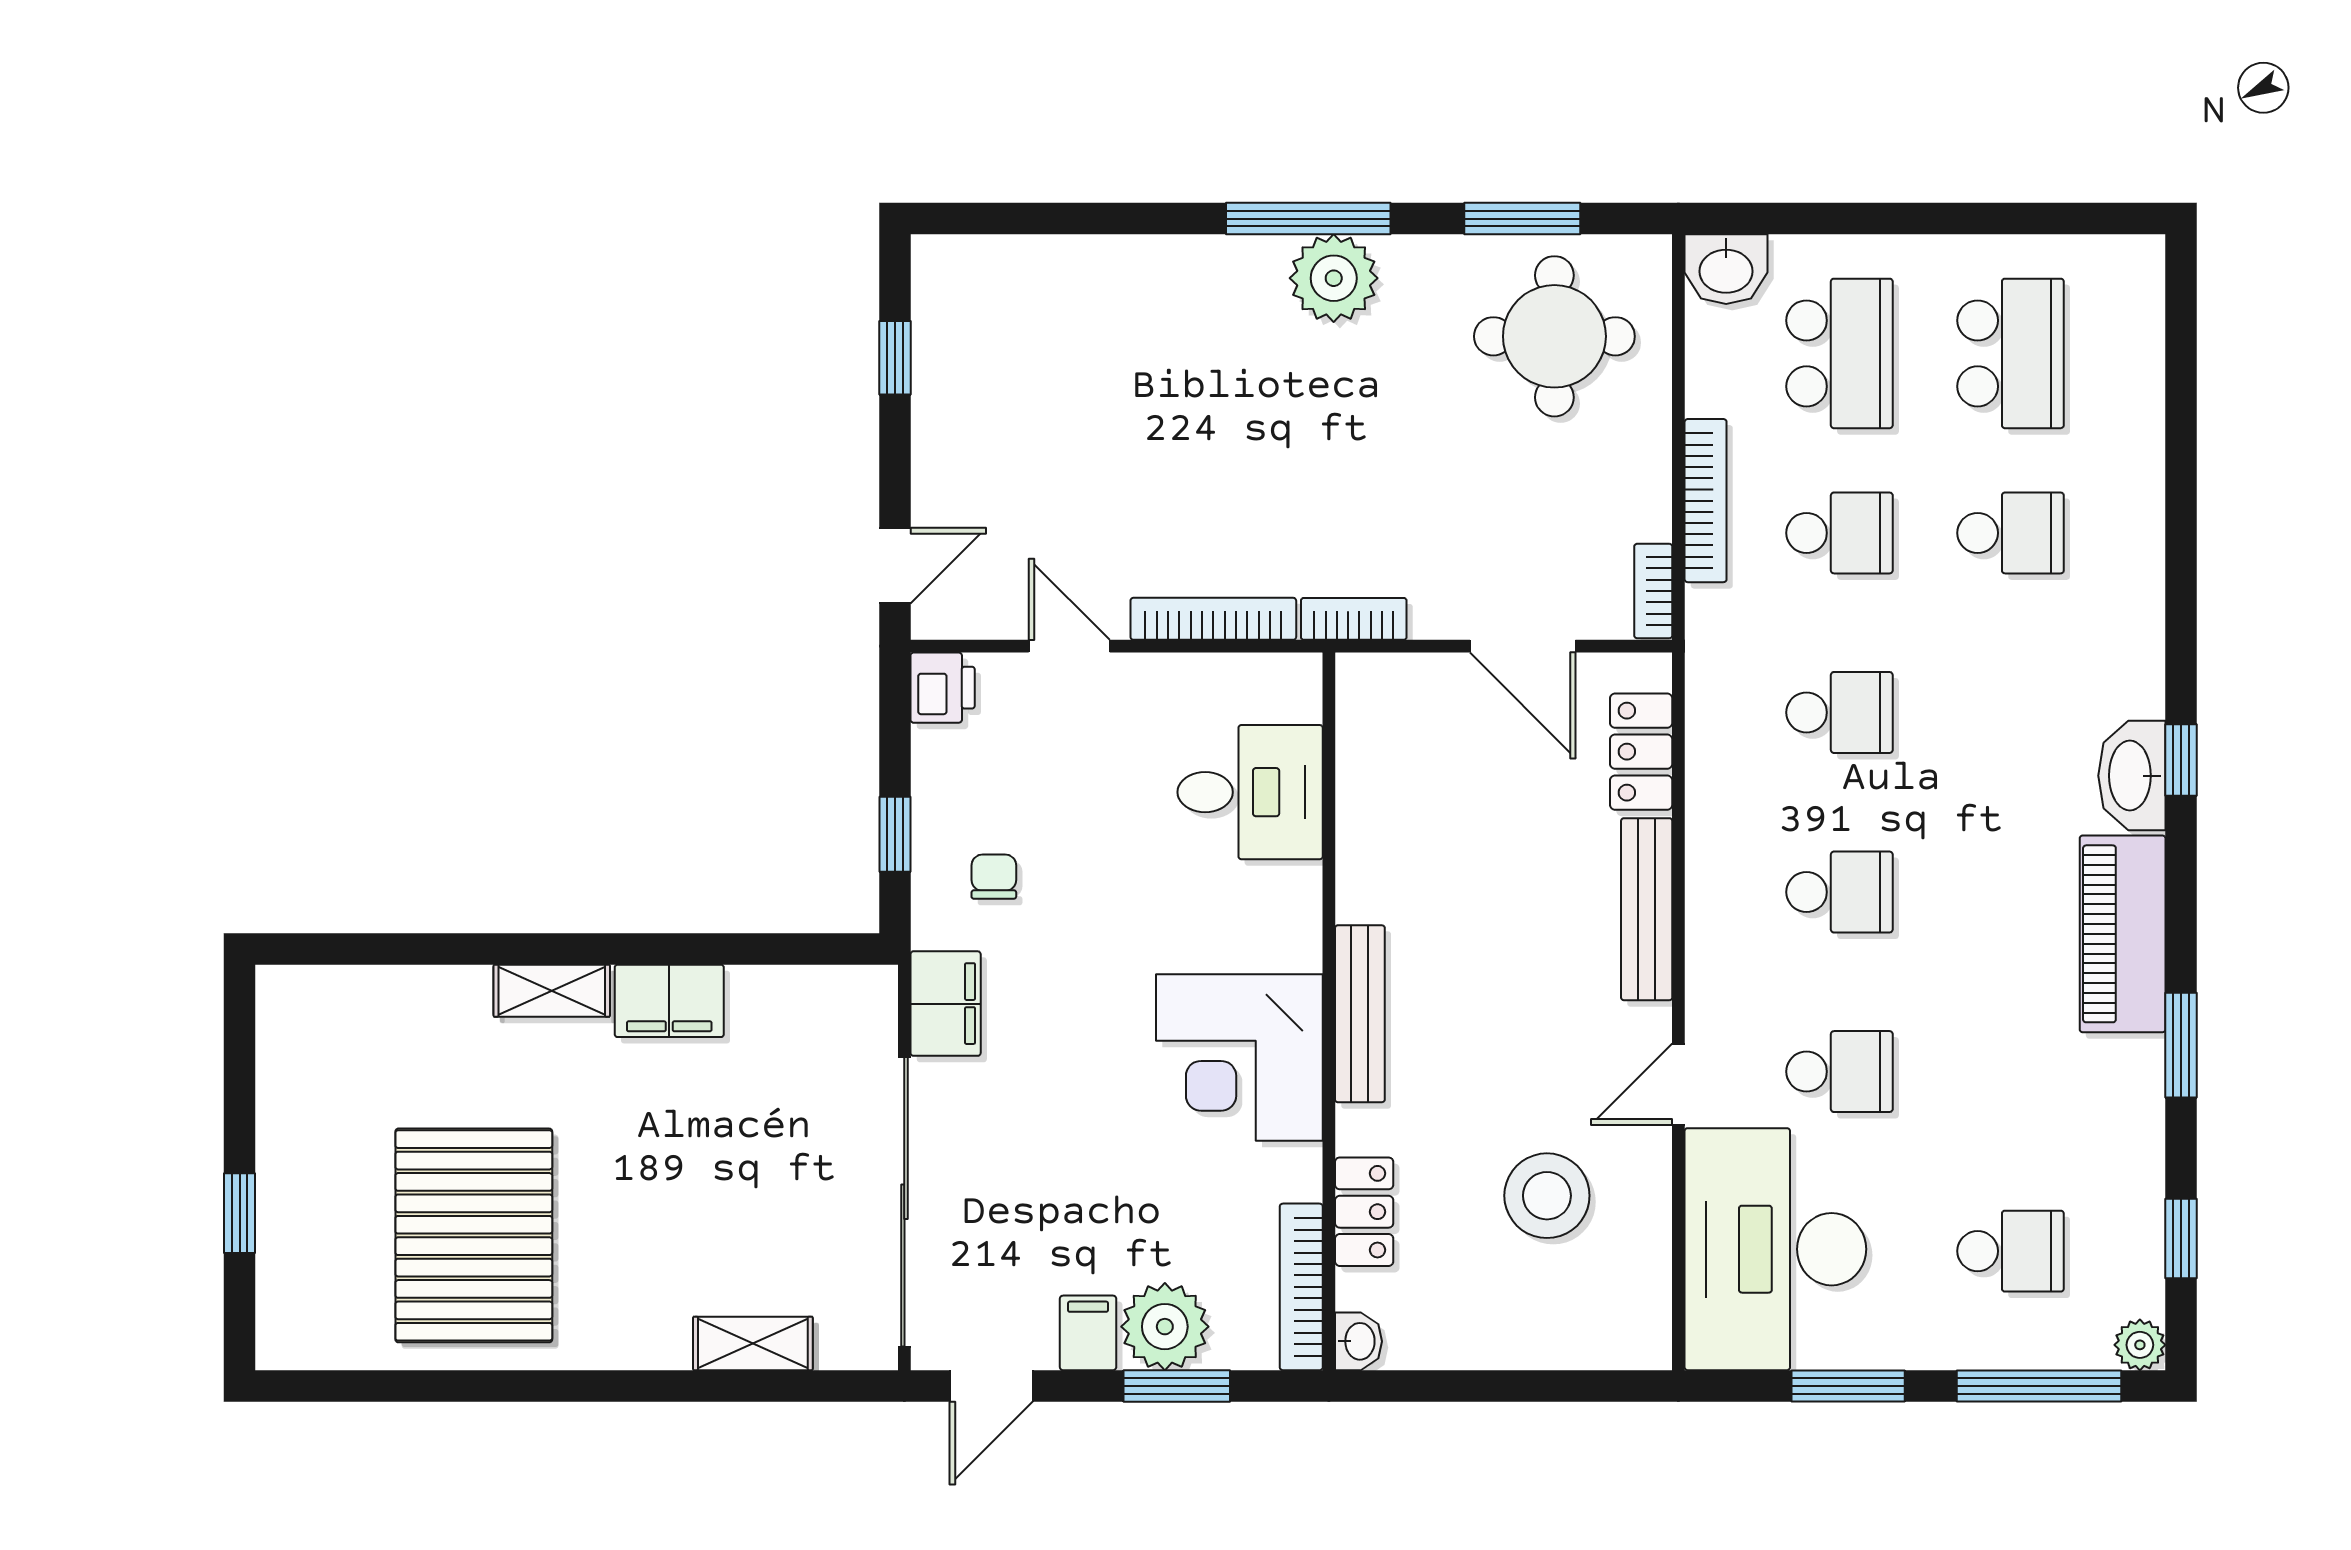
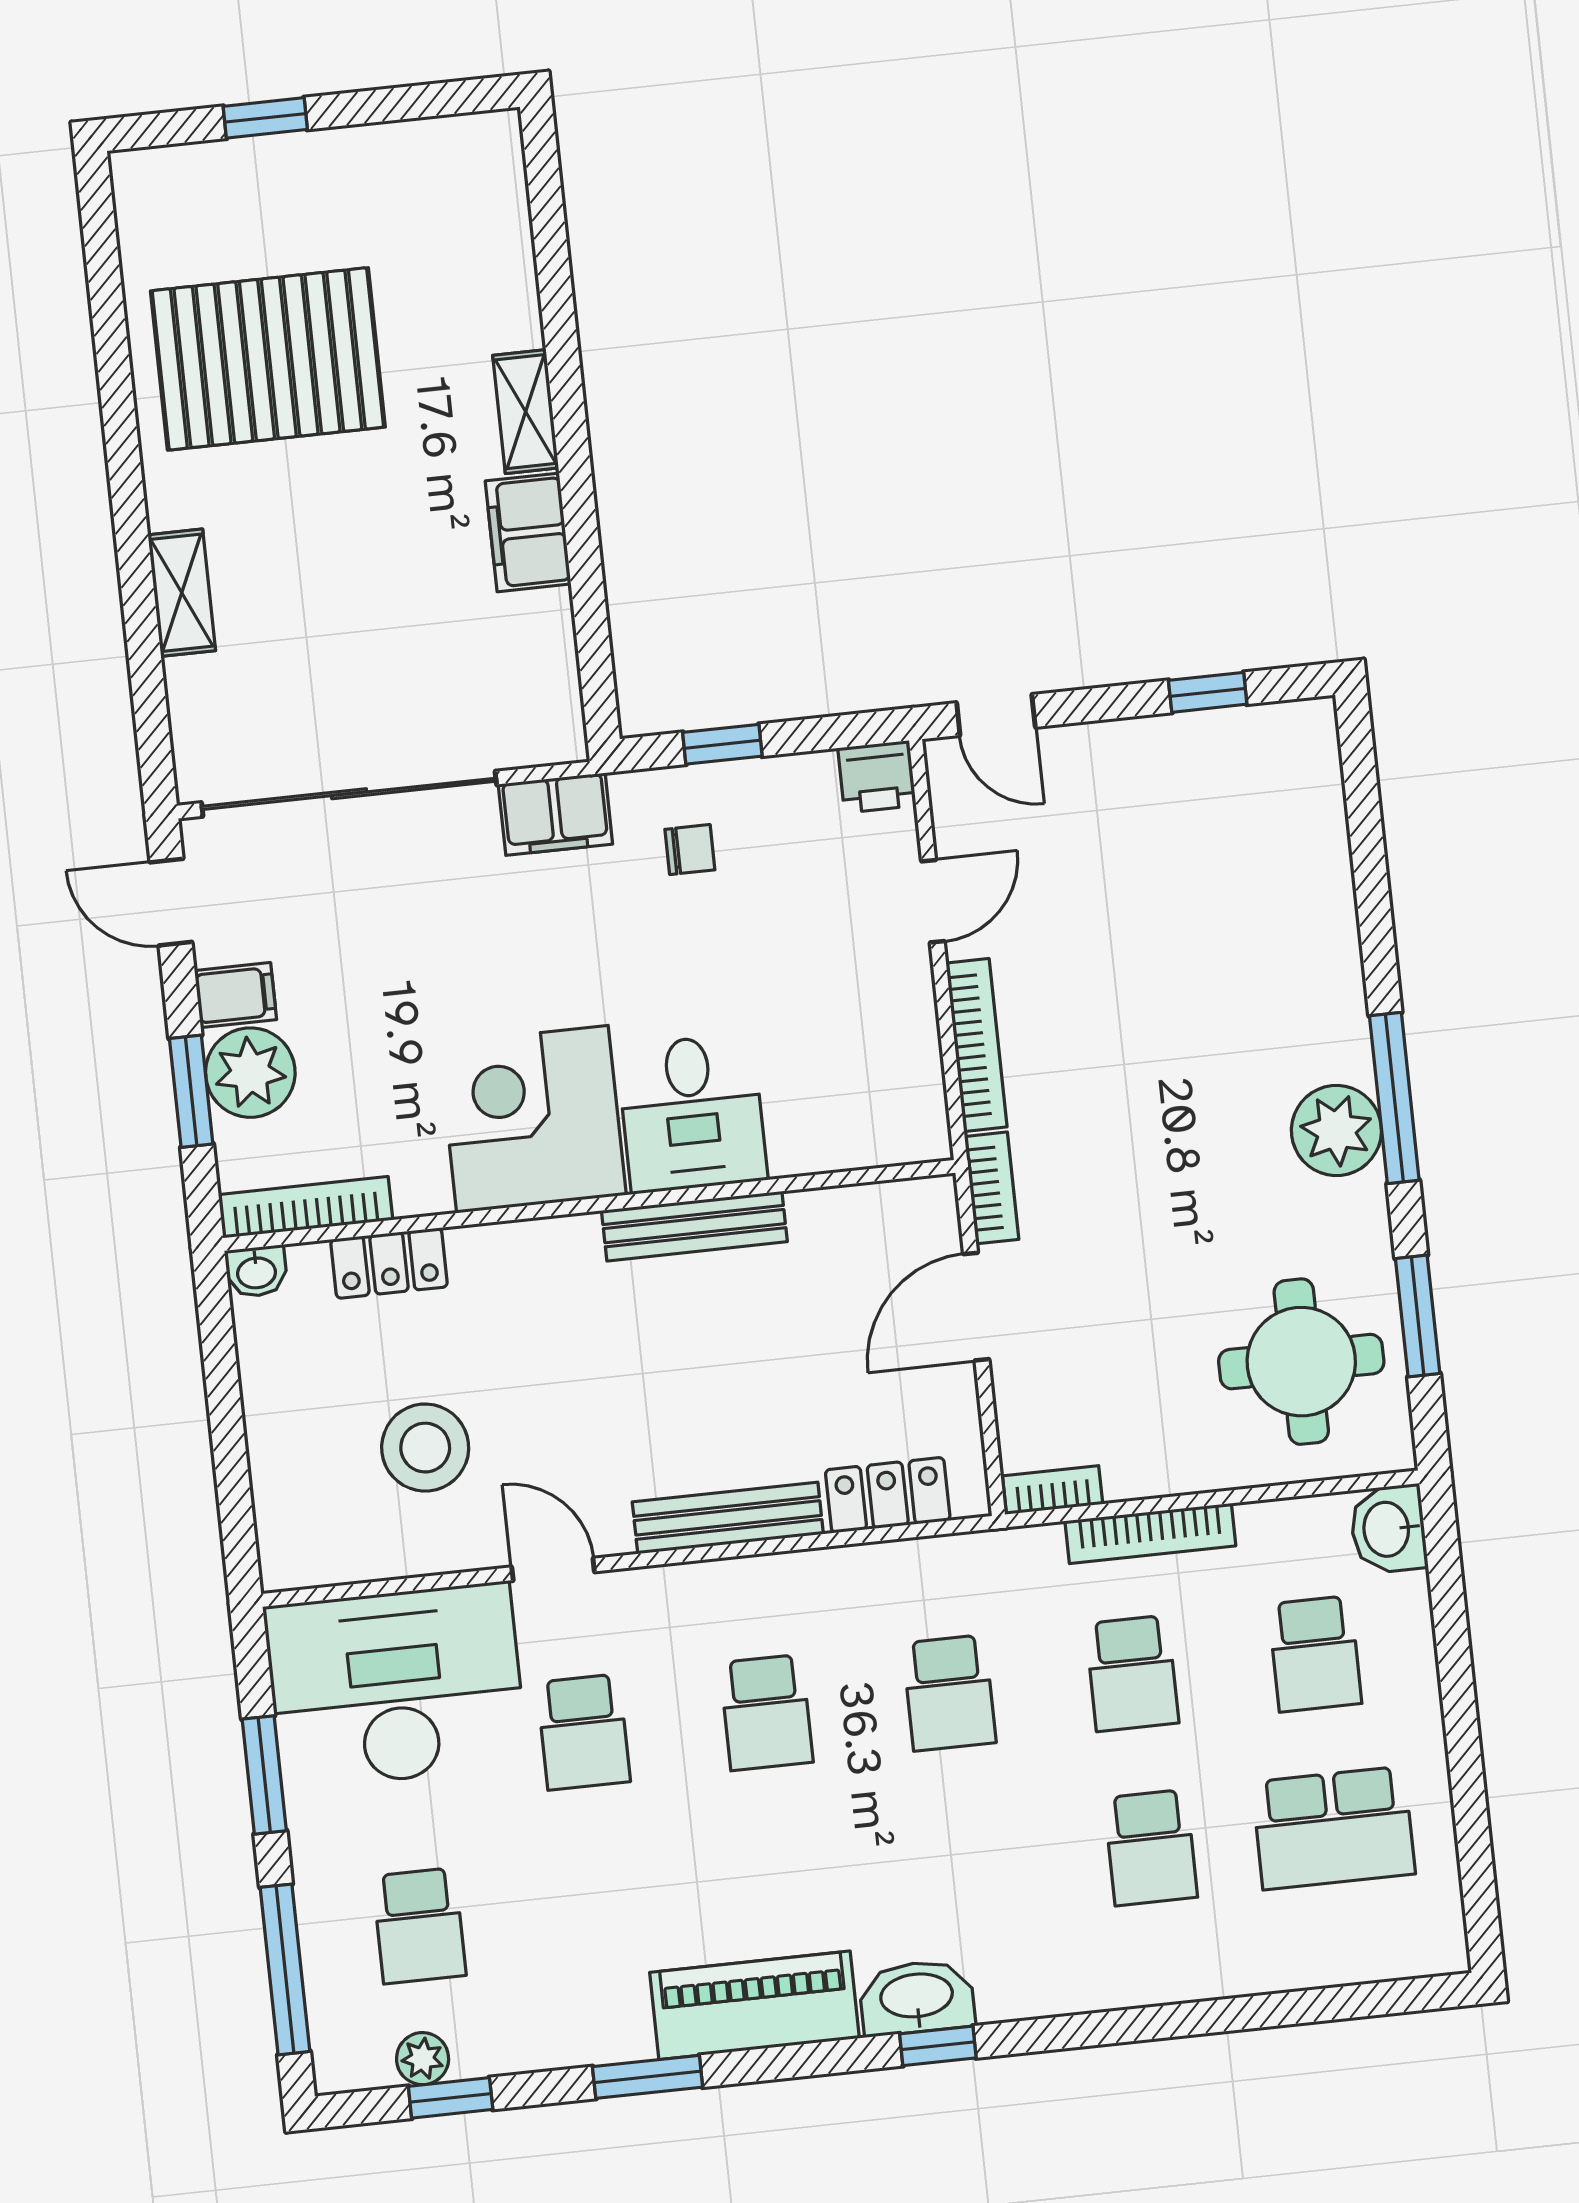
school desk: (1839, 353) -> (1315, 1654), width x0.54
door: (1523, 646) -> (976, 1307), moved
desk: (1250, 792) -> (692, 1113), moved
bench: (1360, 1014) -> (694, 1226), moved
shelving: (753, 1343) -> (182, 593), moved
plant: (2140, 1345) -> (423, 2059), moved

